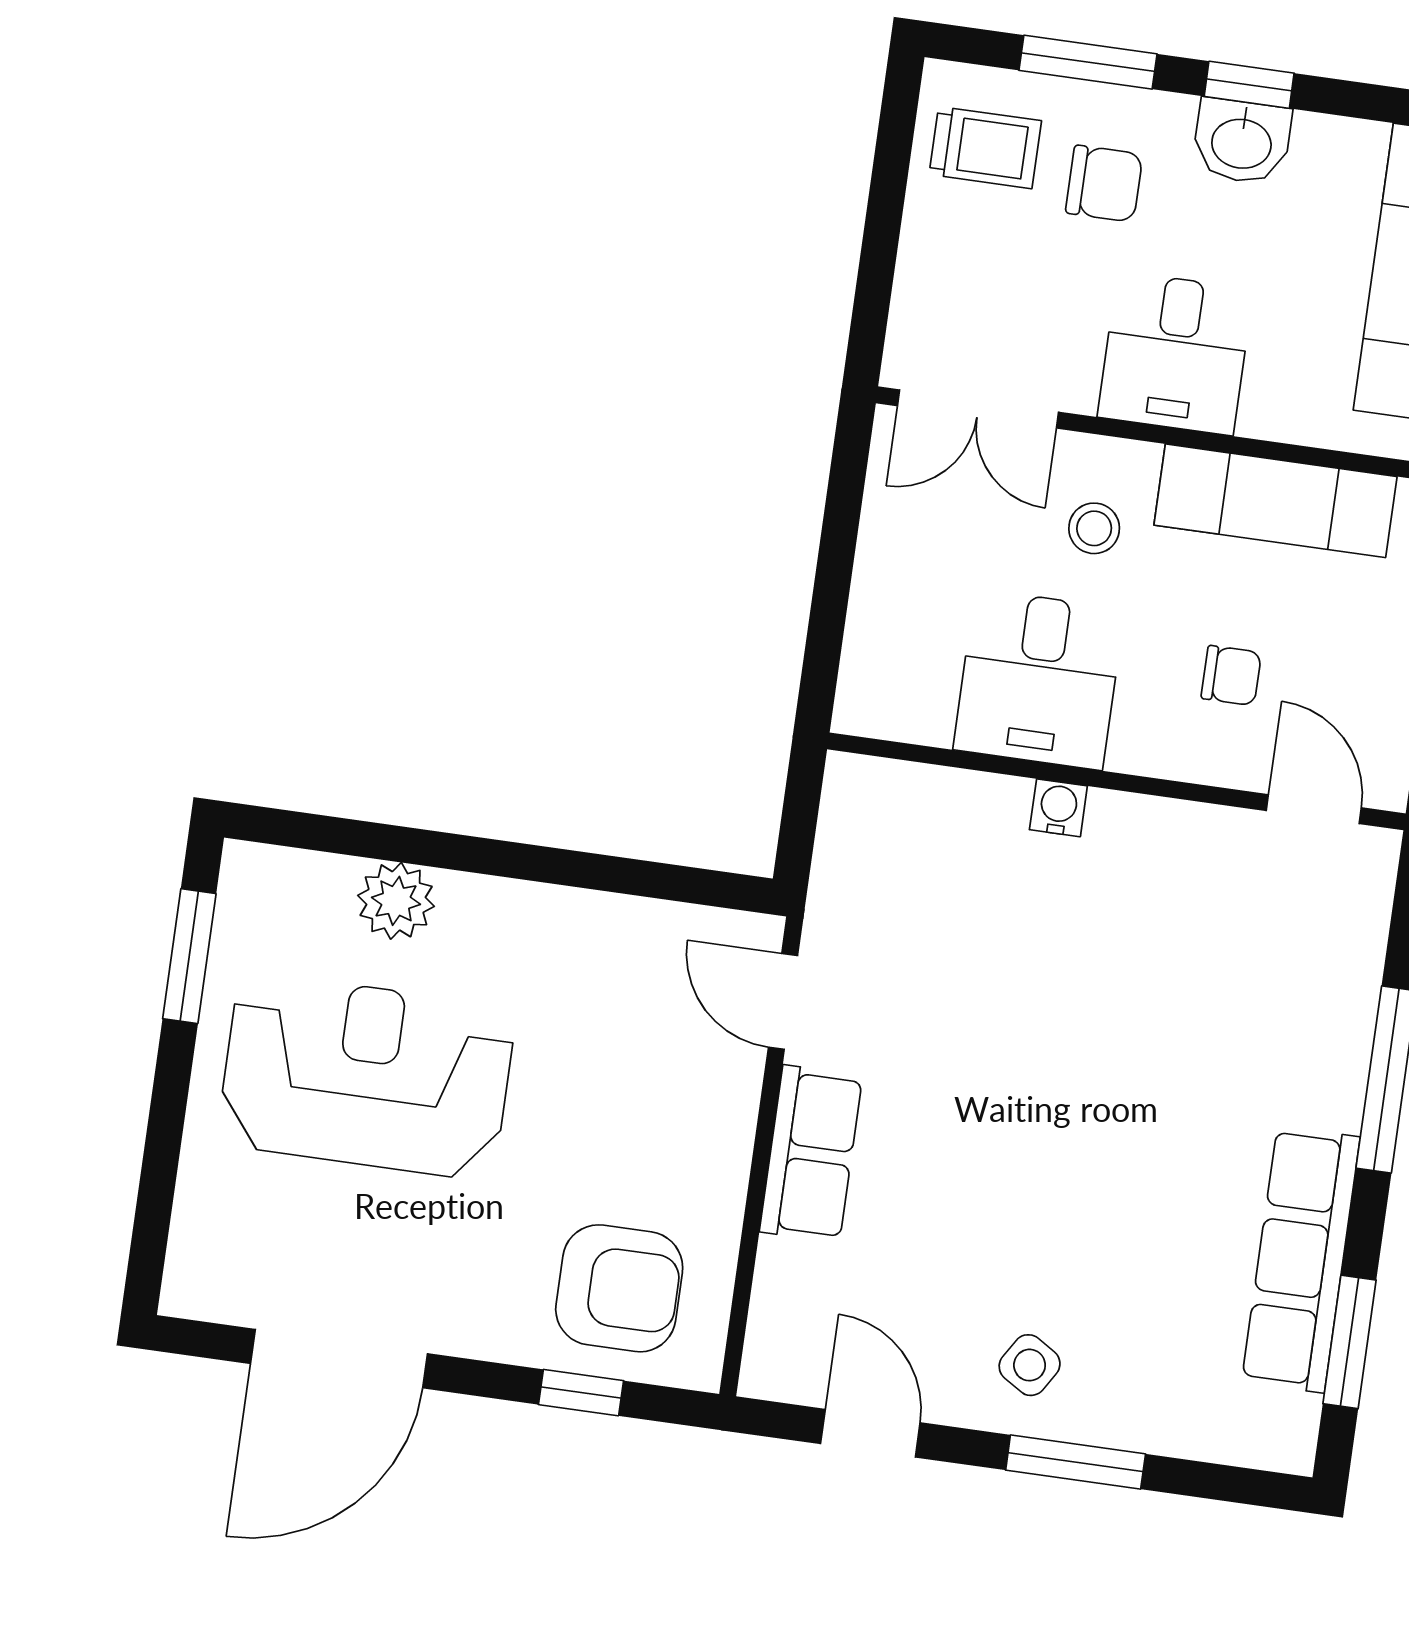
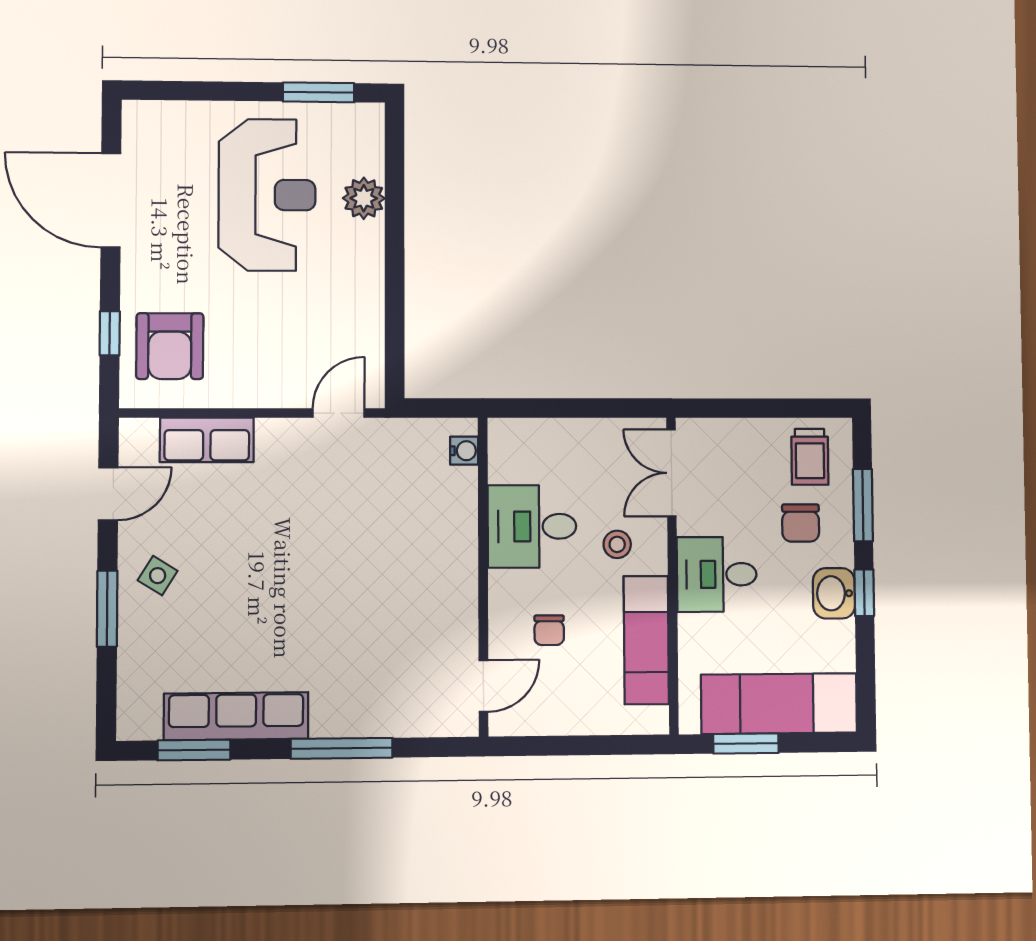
water cooler: (1058, 808) -> (464, 451), moved
row of seats: (811, 1154) -> (207, 440), moved

